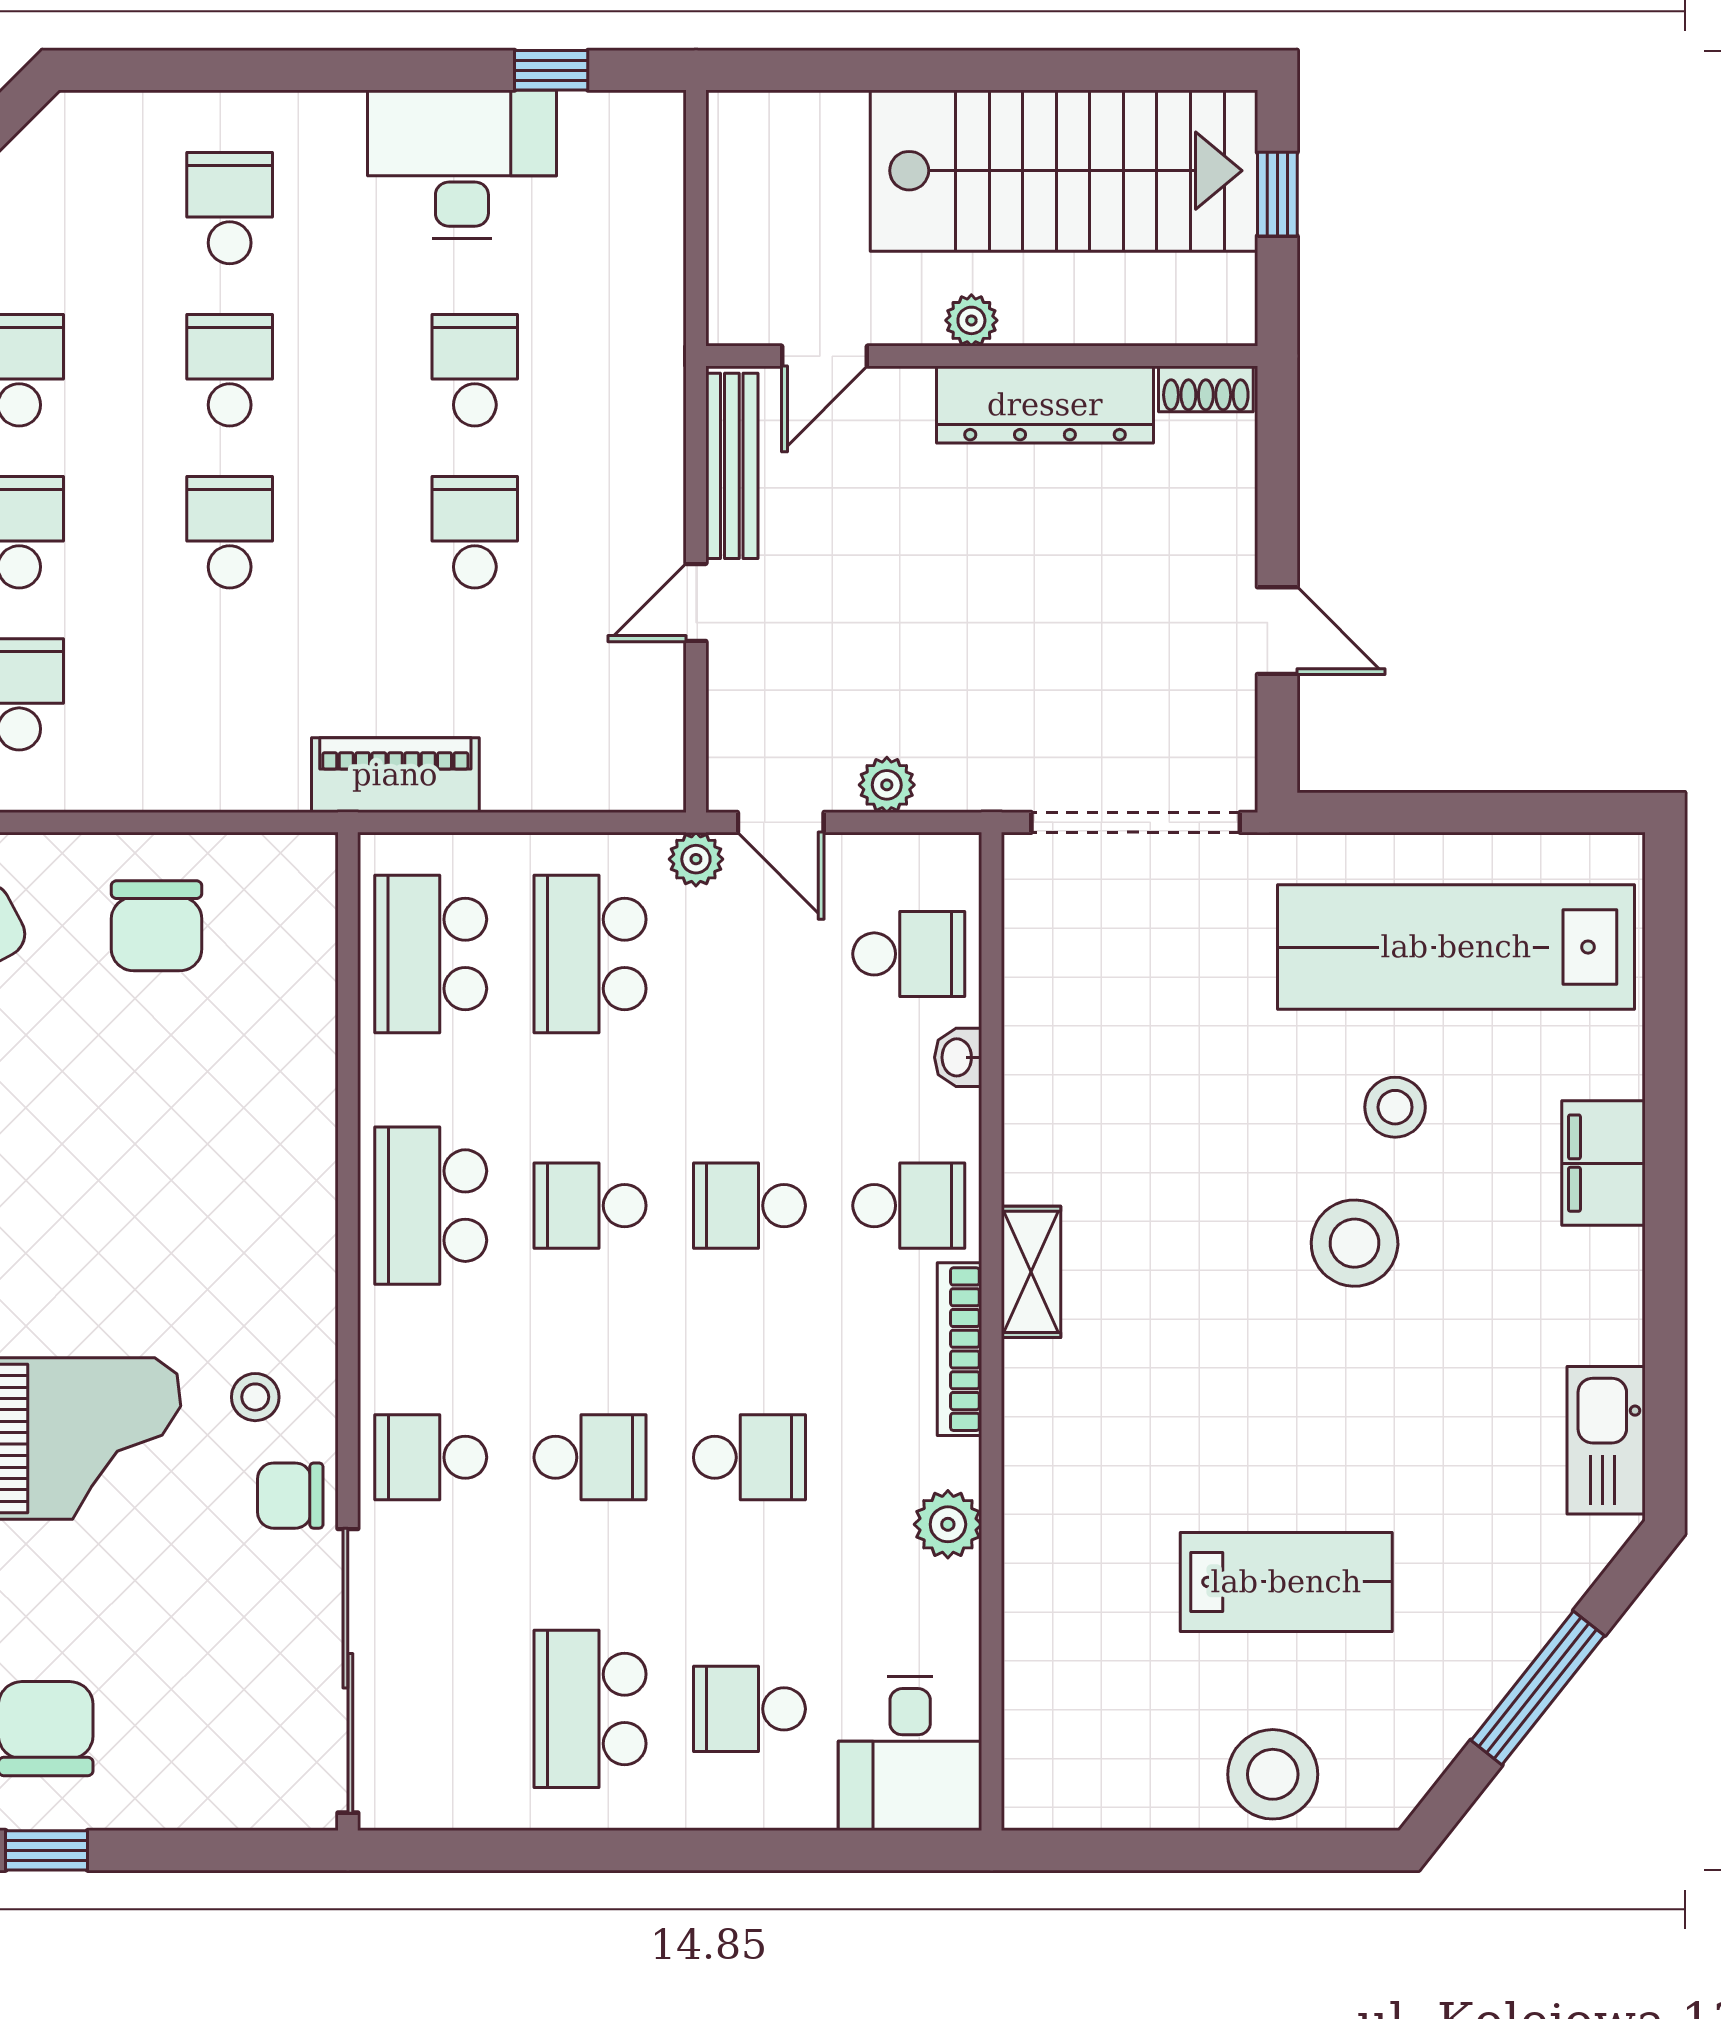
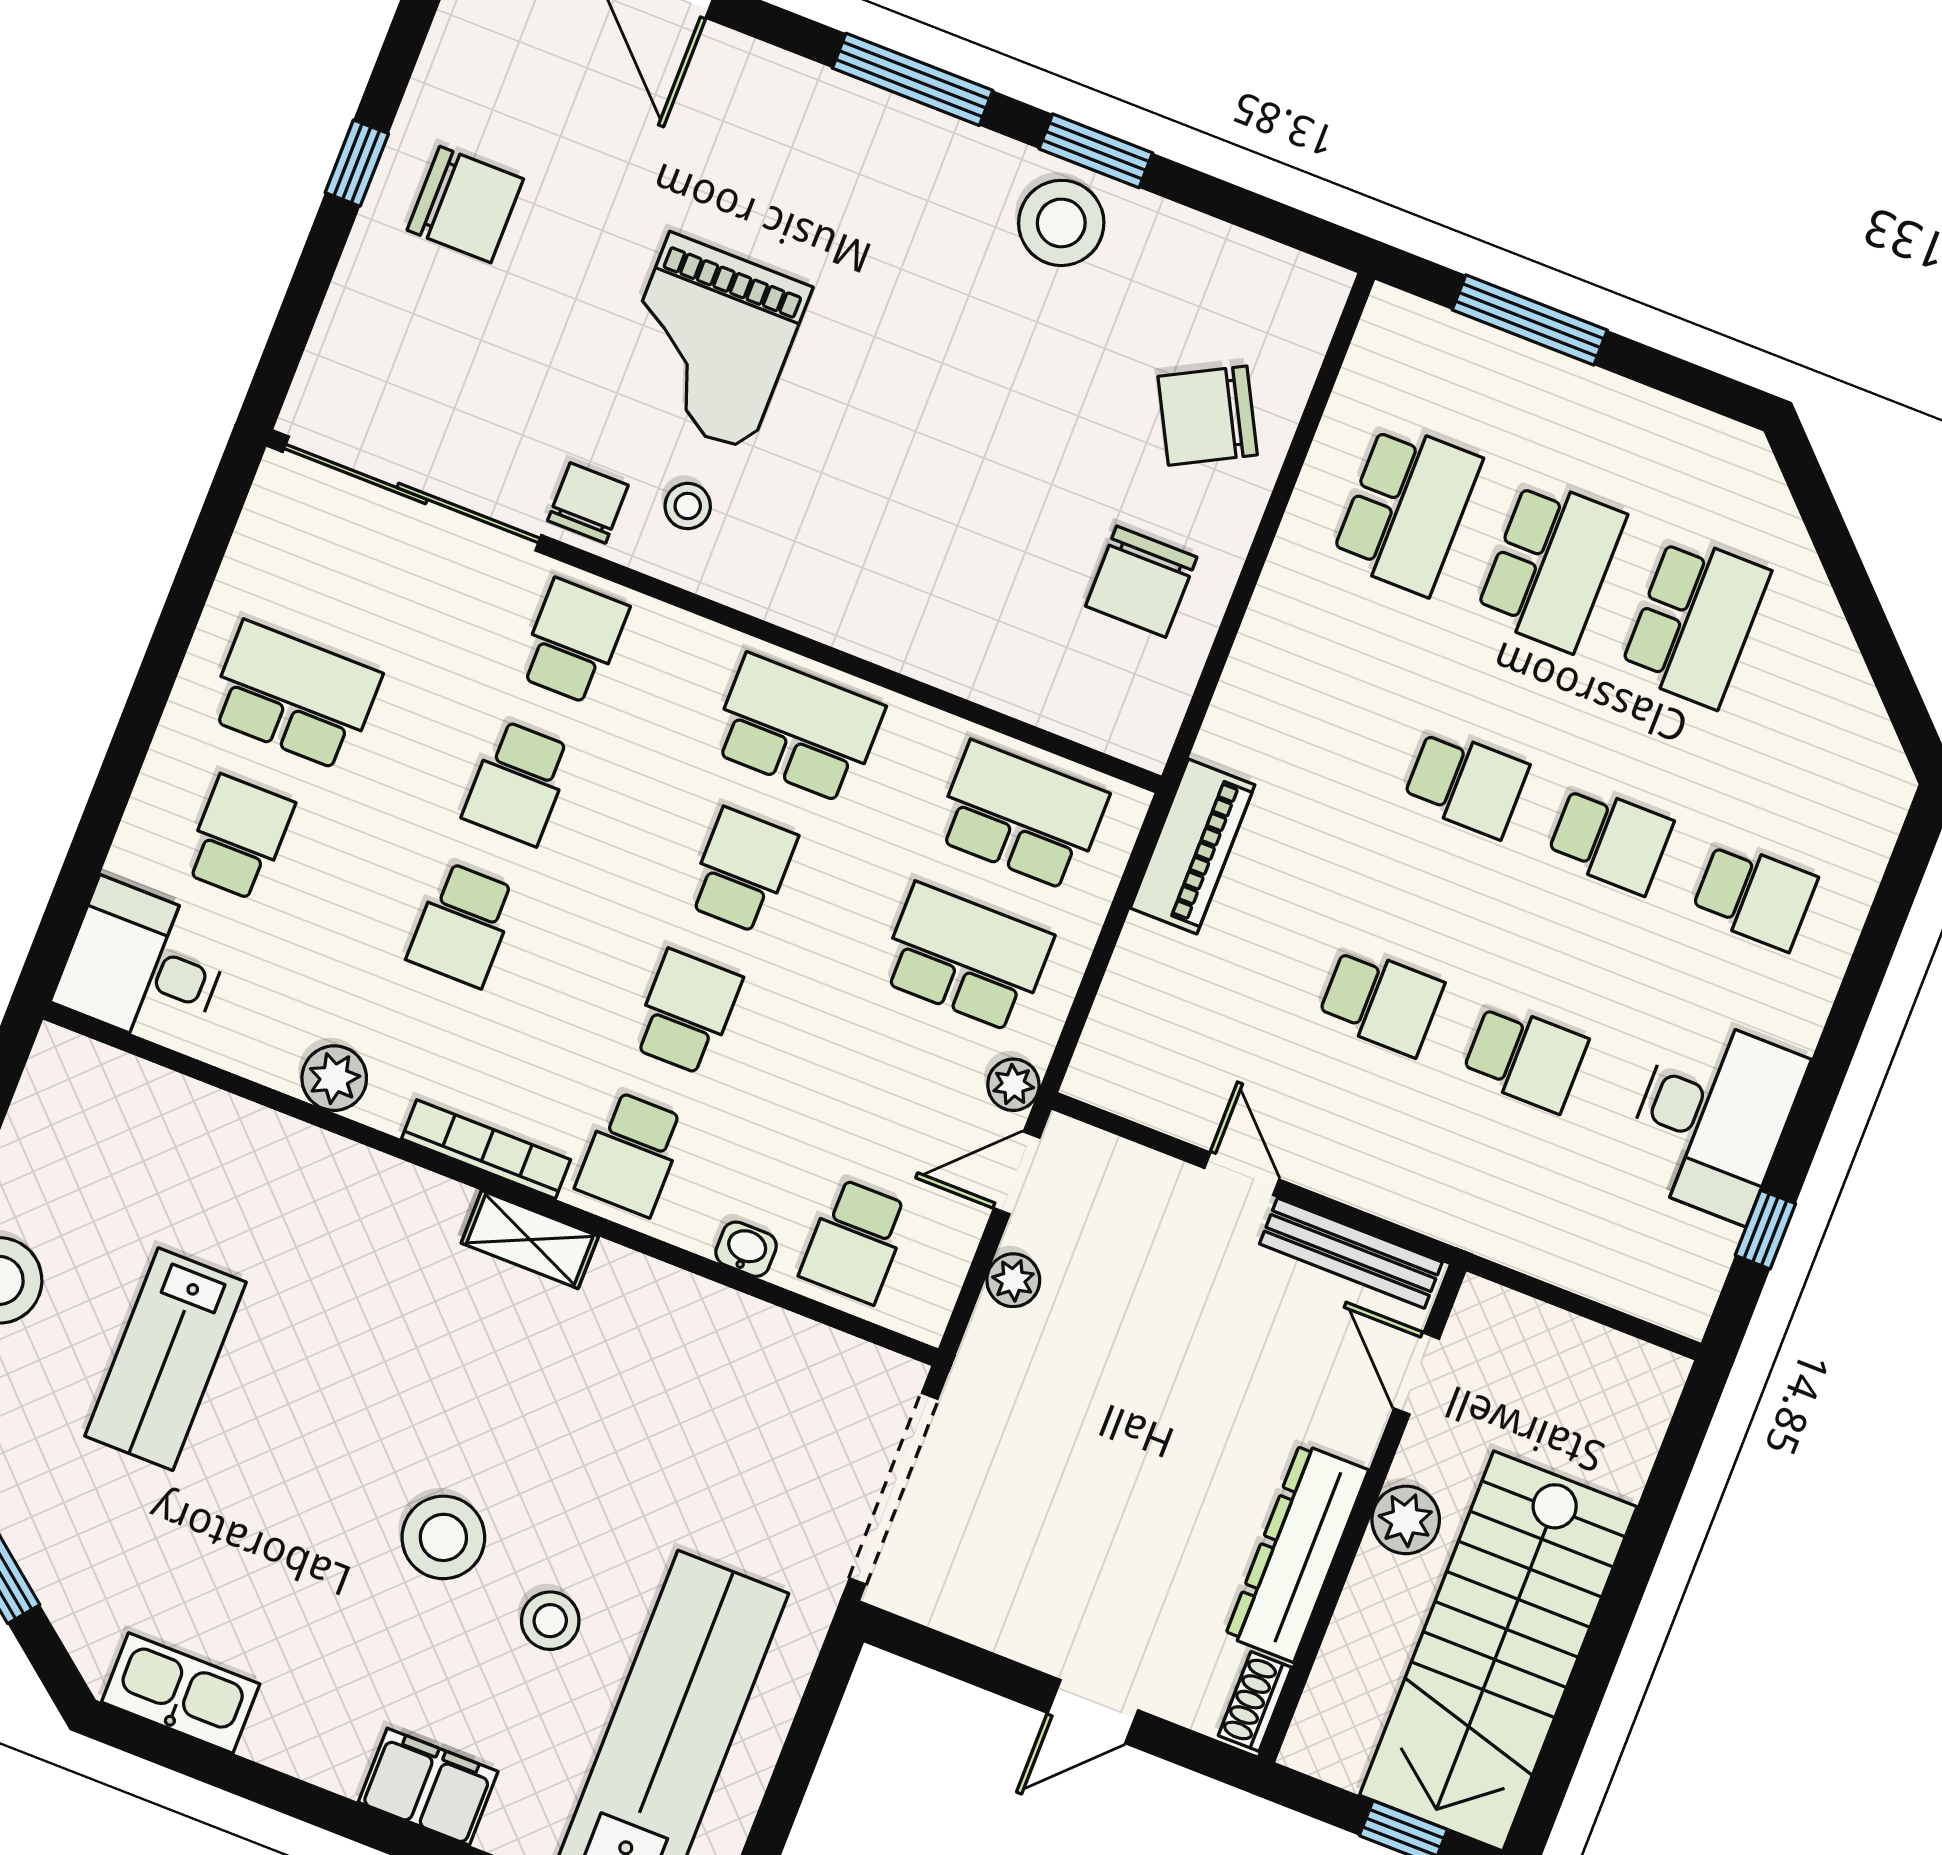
plant: (971, 320) -> (1406, 1520), width x1.38, depth x1.38
door: (1277, 631) -> (1093, 1712), moved
chair: (157, 926) -> (1141, 582), turned -90

